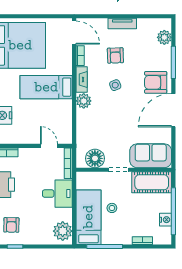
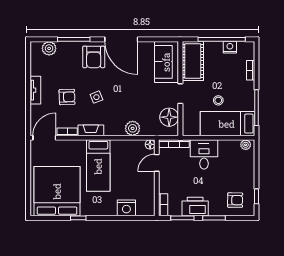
plant: (84, 101) -> (133, 128), moved
floor lamp: (67, 139) -> (150, 144), added
plant: (63, 231) -> (246, 145), width x0.53, depth x0.53

